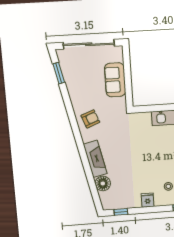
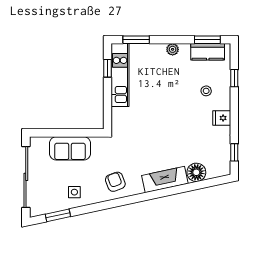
side table: (79, 86) -> (74, 192), added

